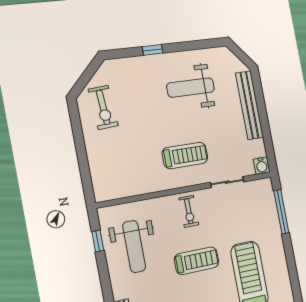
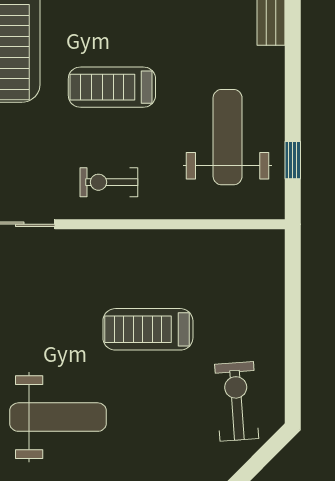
treadmill: (185, 155) -> (148, 329), moved
exercise bike: (189, 211) -> (109, 182), turned -90

